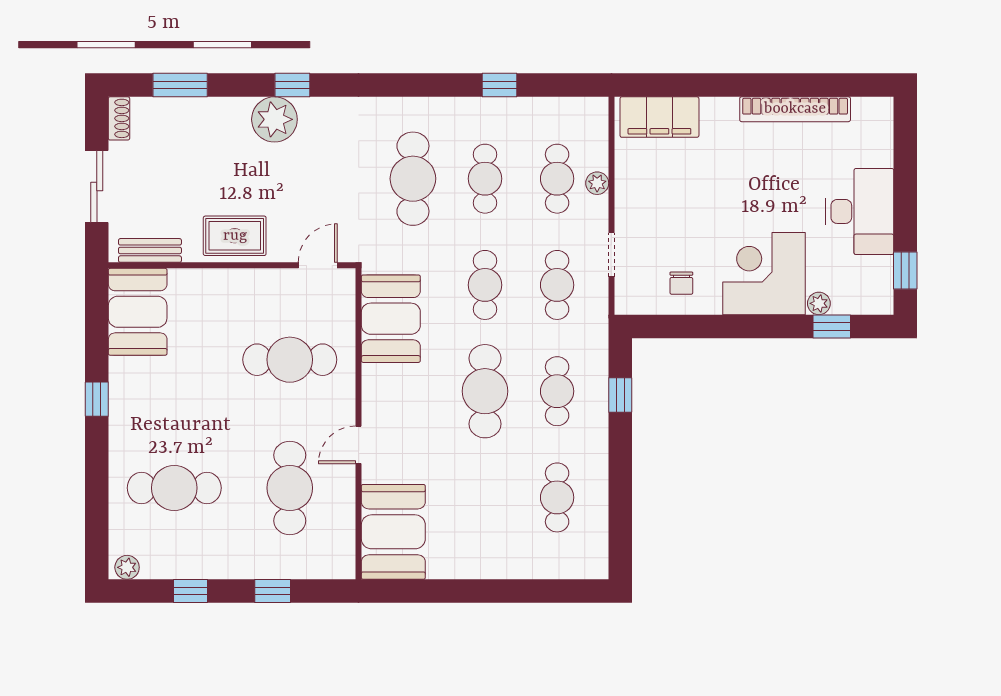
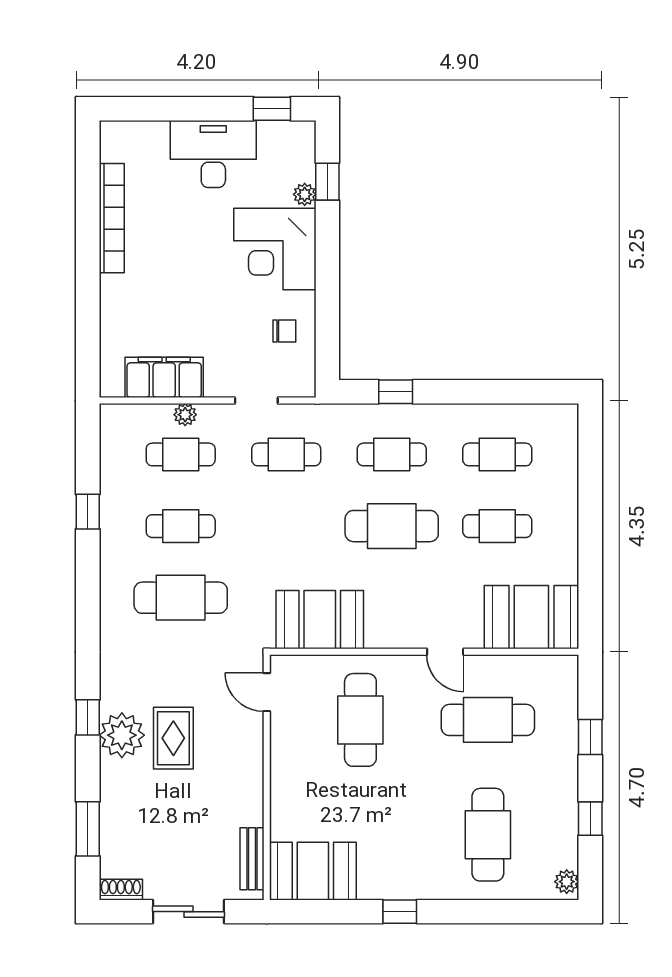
filing cabinet: (659, 117) -> (164, 377), moved, turned -90
rug: (235, 236) -> (173, 738), moved
cafe table: (485, 285) -> (497, 526), moved

